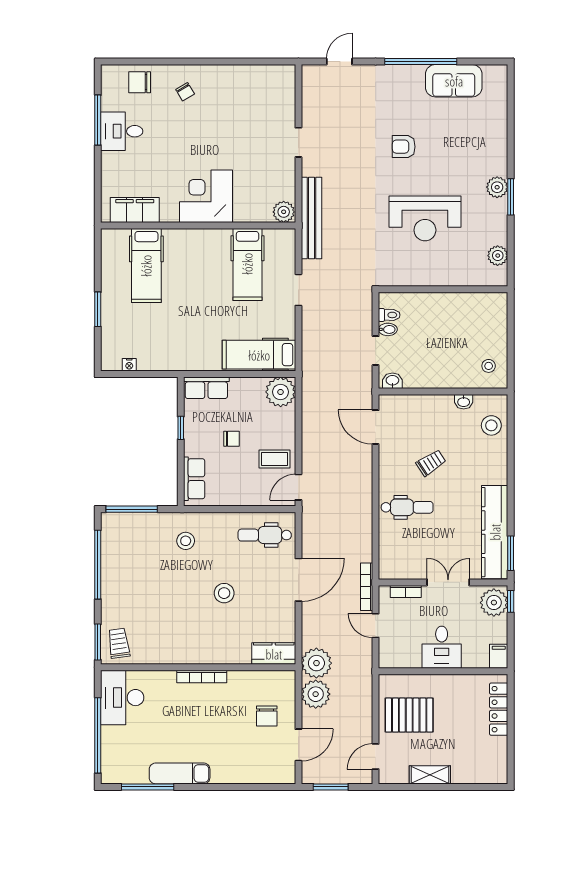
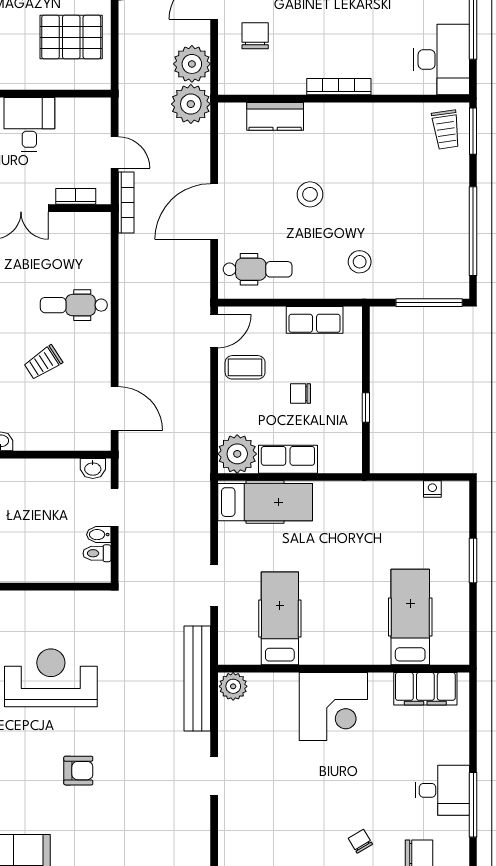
row of seats: (206, 388) -> (288, 459), moved
row of seats: (194, 479) -> (315, 320), moved, turned -90
kitchen counter: (274, 654) -> (275, 116), moved

